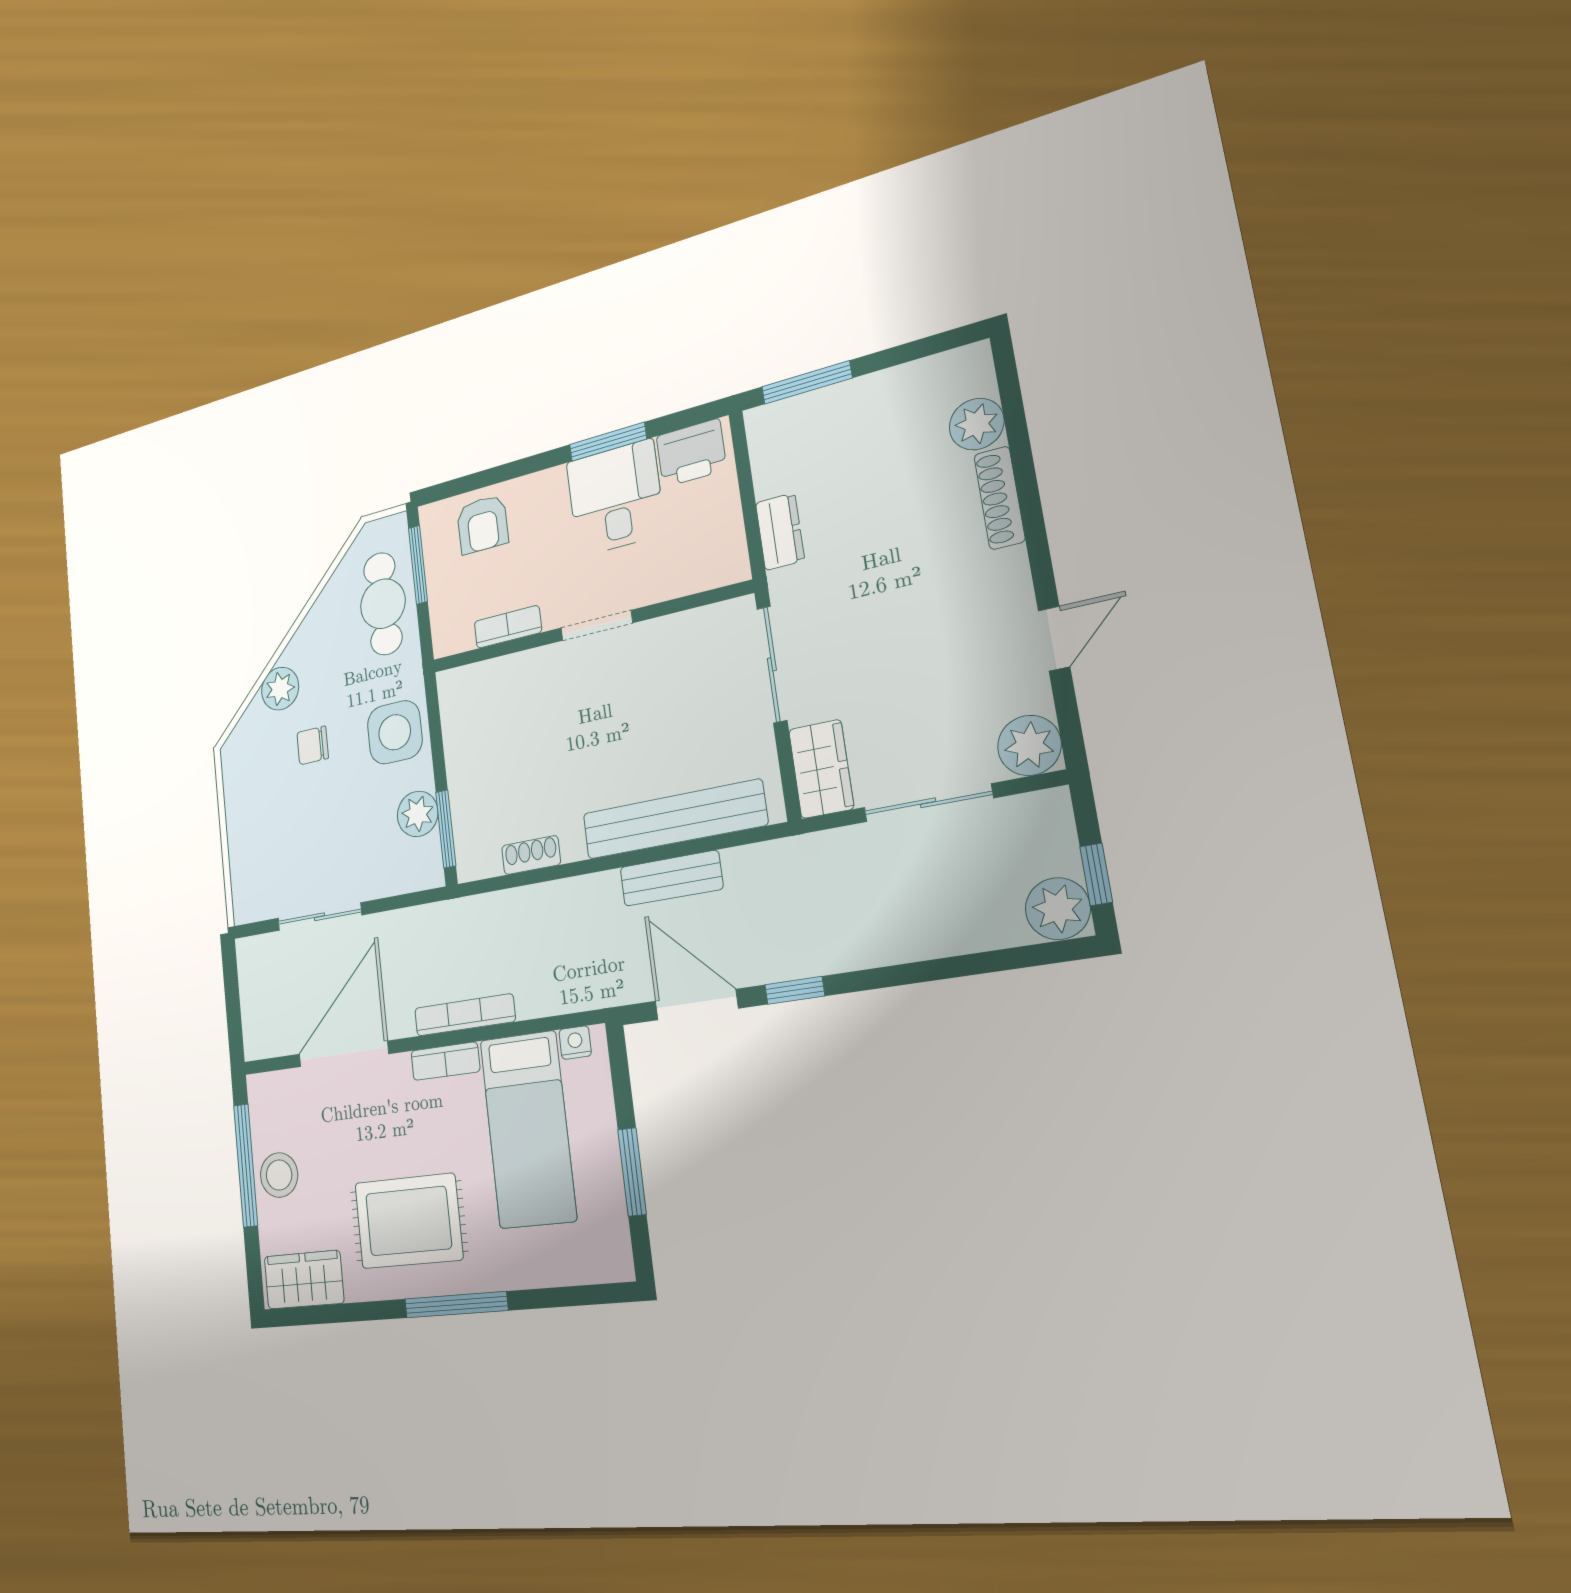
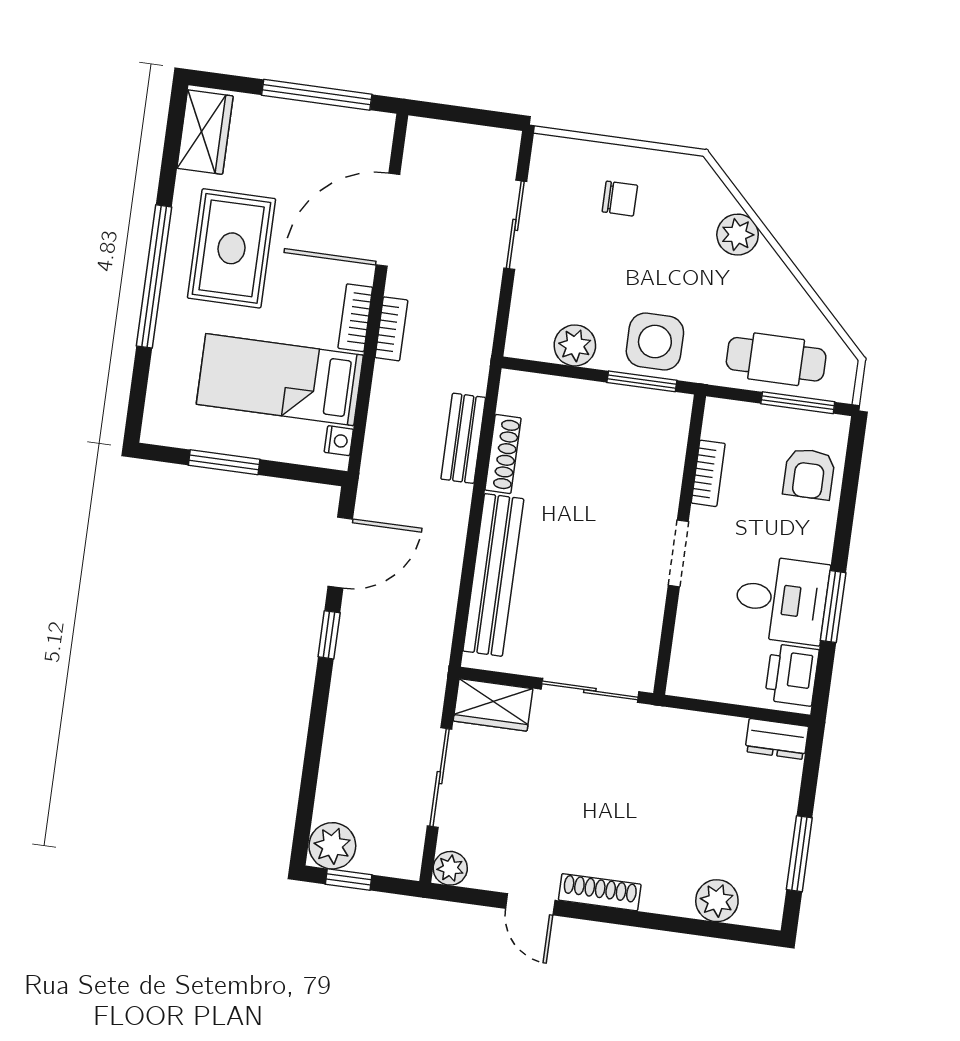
window: (807, 382) -> (799, 854), moved
shoe rack: (1000, 498) -> (600, 892), moved
armchair: (483, 524) -> (809, 474), turned -90
dresser: (780, 532) -> (777, 739), moved
chair: (313, 745) -> (620, 199), moved, turned 90
plant: (1029, 745) -> (450, 868), width x0.73, depth x0.73
window: (446, 829) -> (642, 381), moved
shoe rack: (531, 855) -> (503, 454), width x1.43
bench: (671, 878) -> (463, 438), moved
bookcase: (465, 1015) -> (391, 329), width x0.64
door: (344, 1054) -> (388, 220), swing flipped
stool: (279, 1175) -> (300, 128), removed
window: (456, 1305) -> (154, 276), width x1.46

